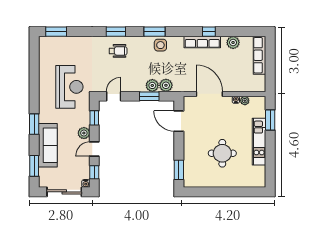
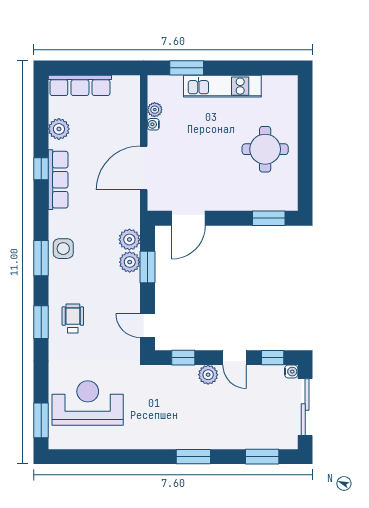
reception desk: (69, 87) -> (88, 403), moved
sofa: (48, 145) -> (228, 434), removed
round table: (222, 153) -> (265, 149), moved

